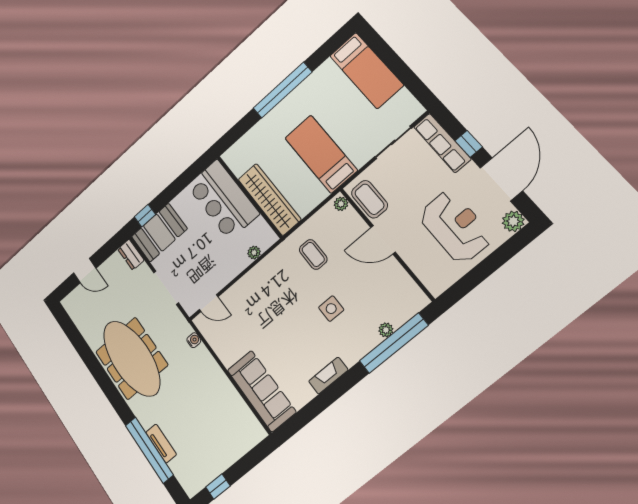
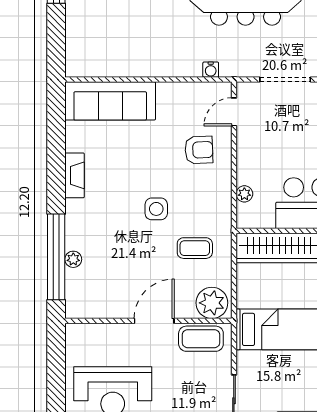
plant: (341, 204) -> (212, 303), width x1.88, depth x1.88
armchair: (249, 305) -> (199, 150), added
side table: (331, 309) -> (156, 209), moved

